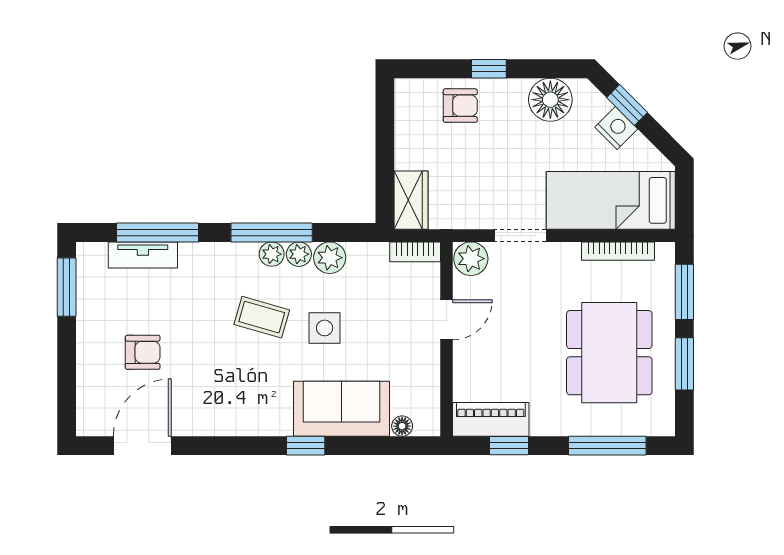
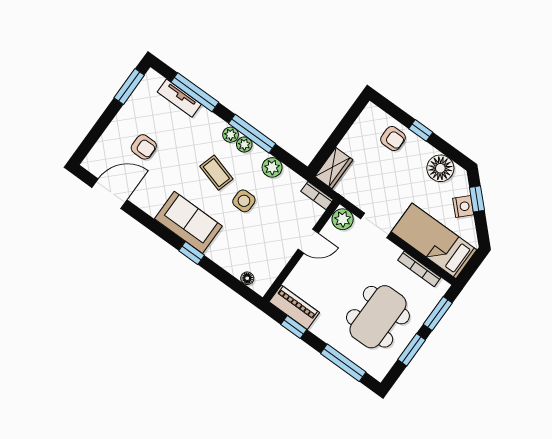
plant: (299, 254) -> (231, 135), moved
sofa: (342, 409) -> (188, 222), moved

